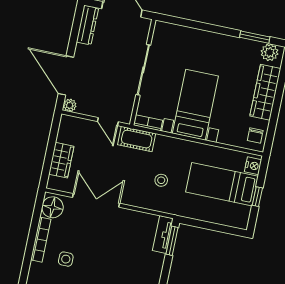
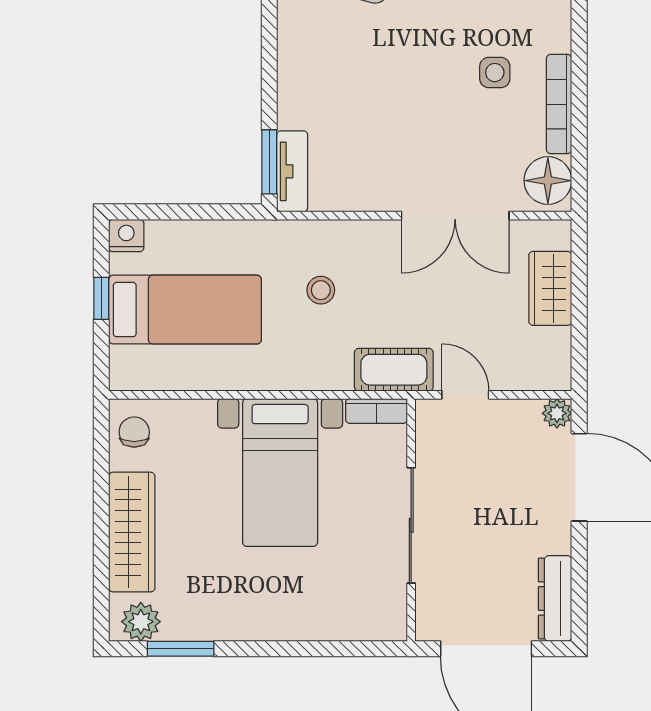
nightstand: (253, 166) -> (126, 236), moved, turned 90

